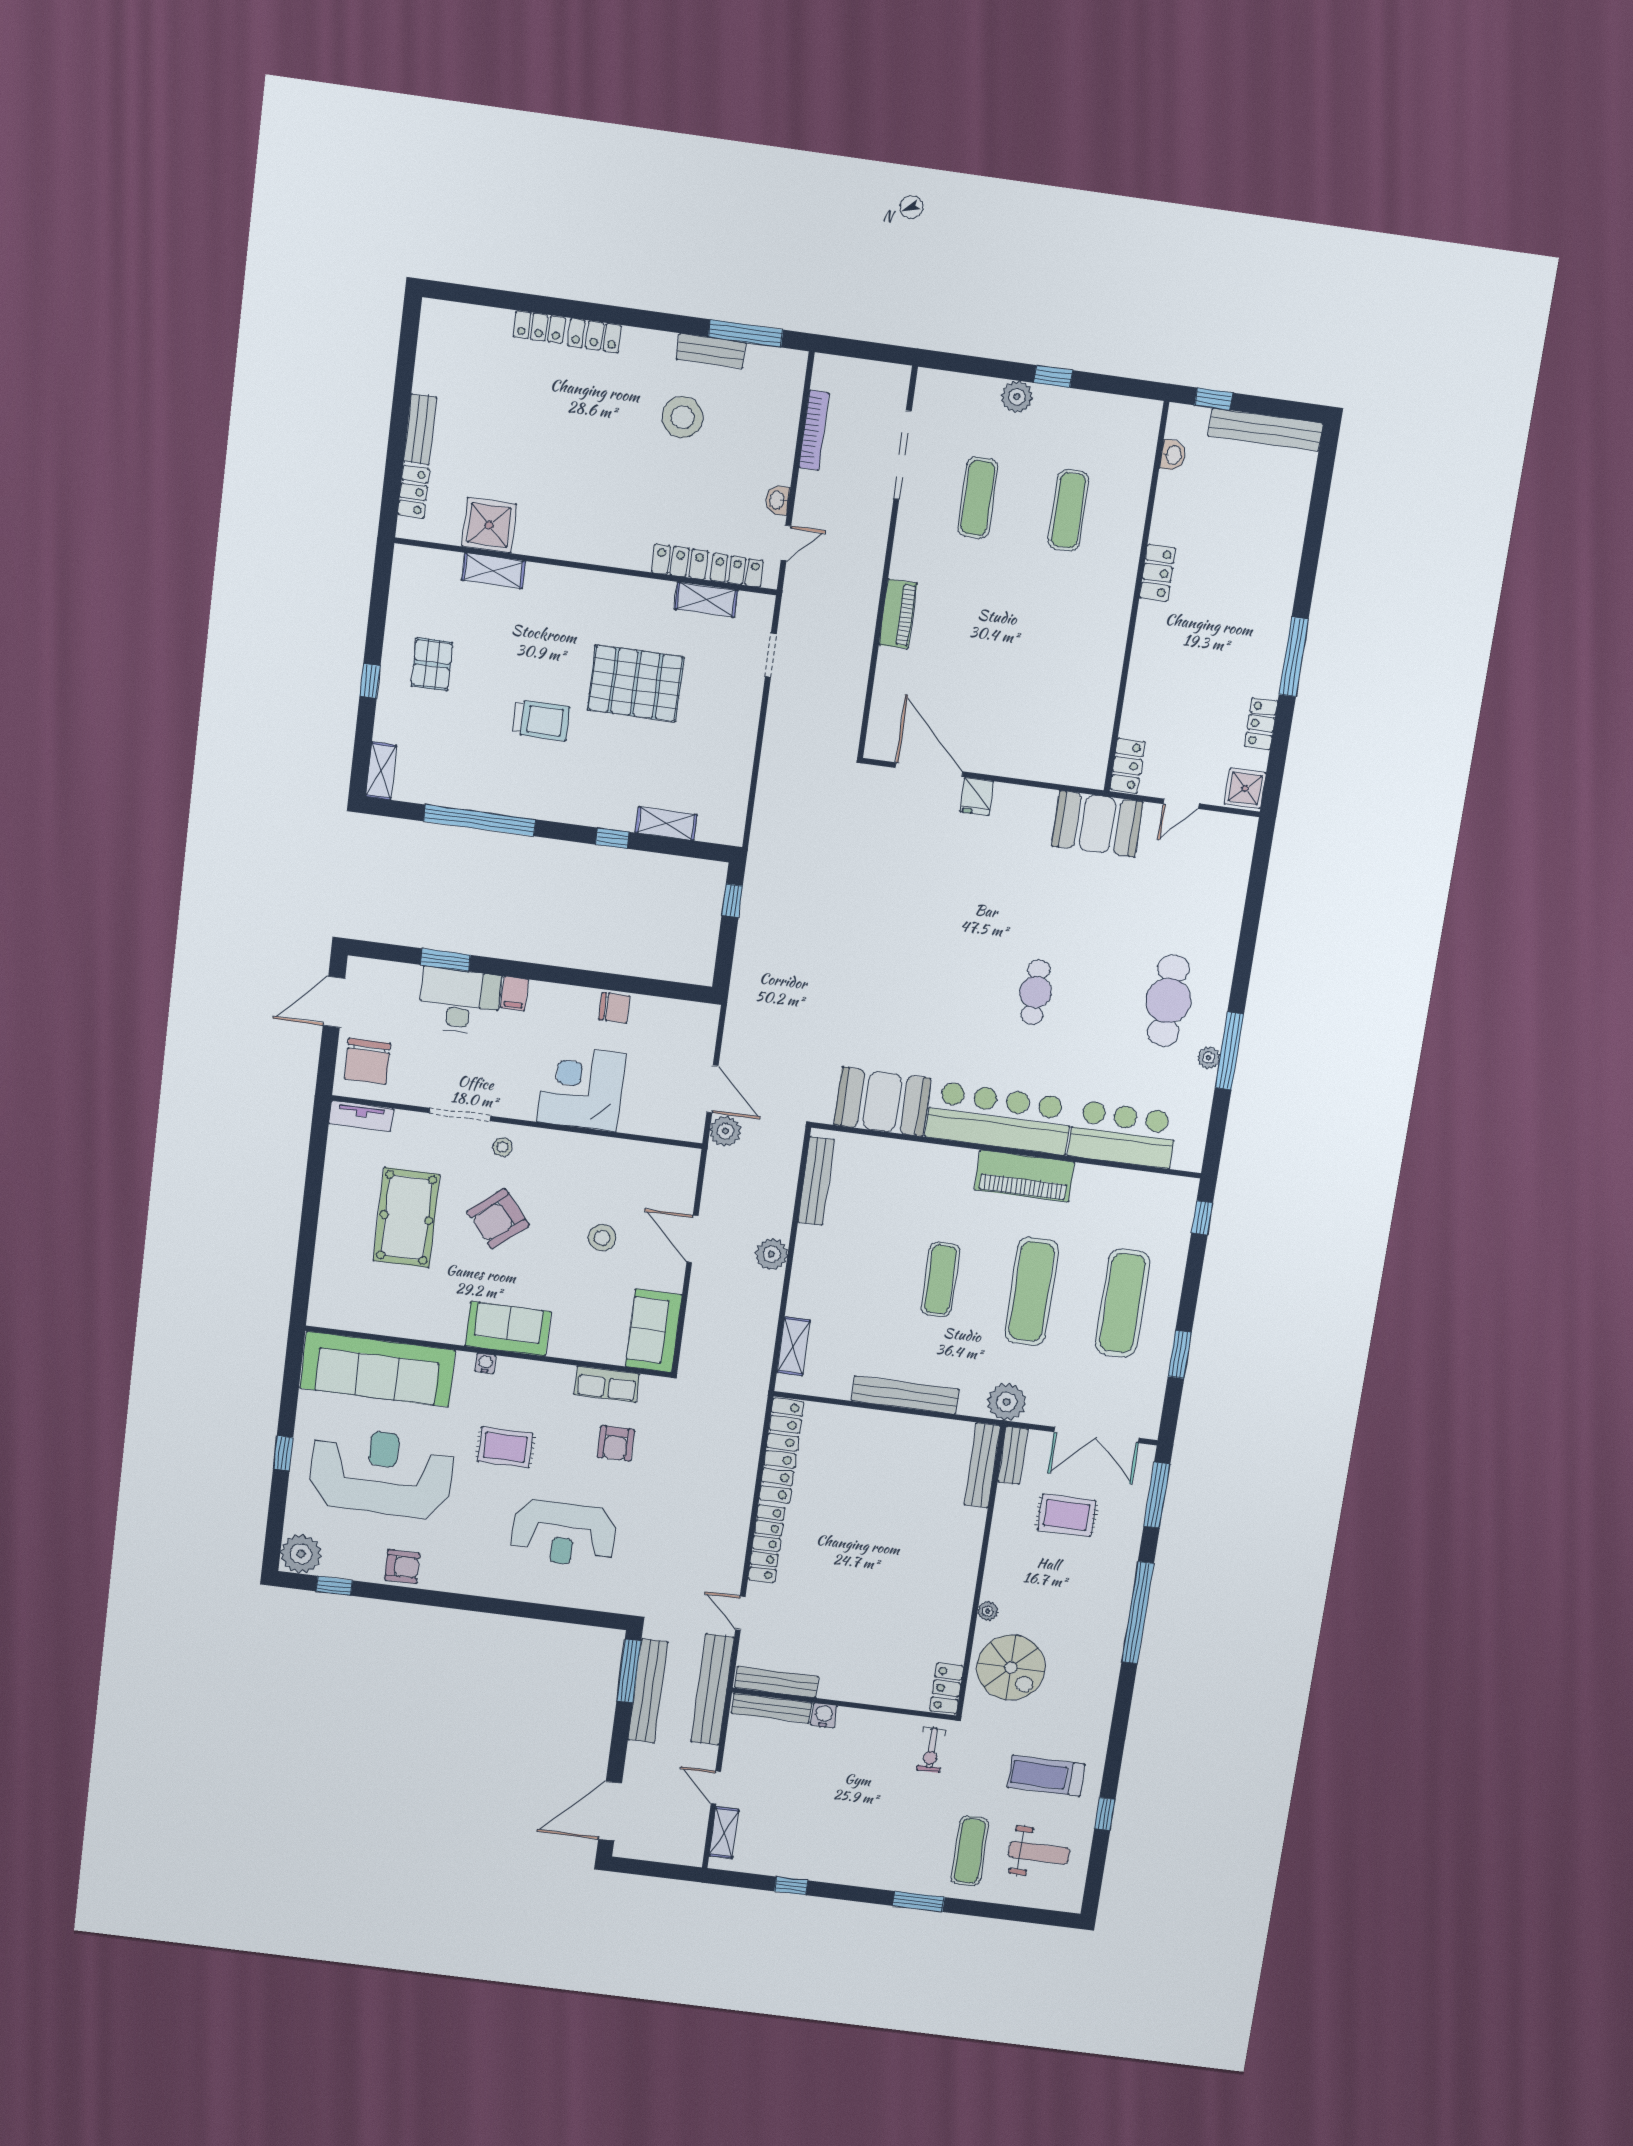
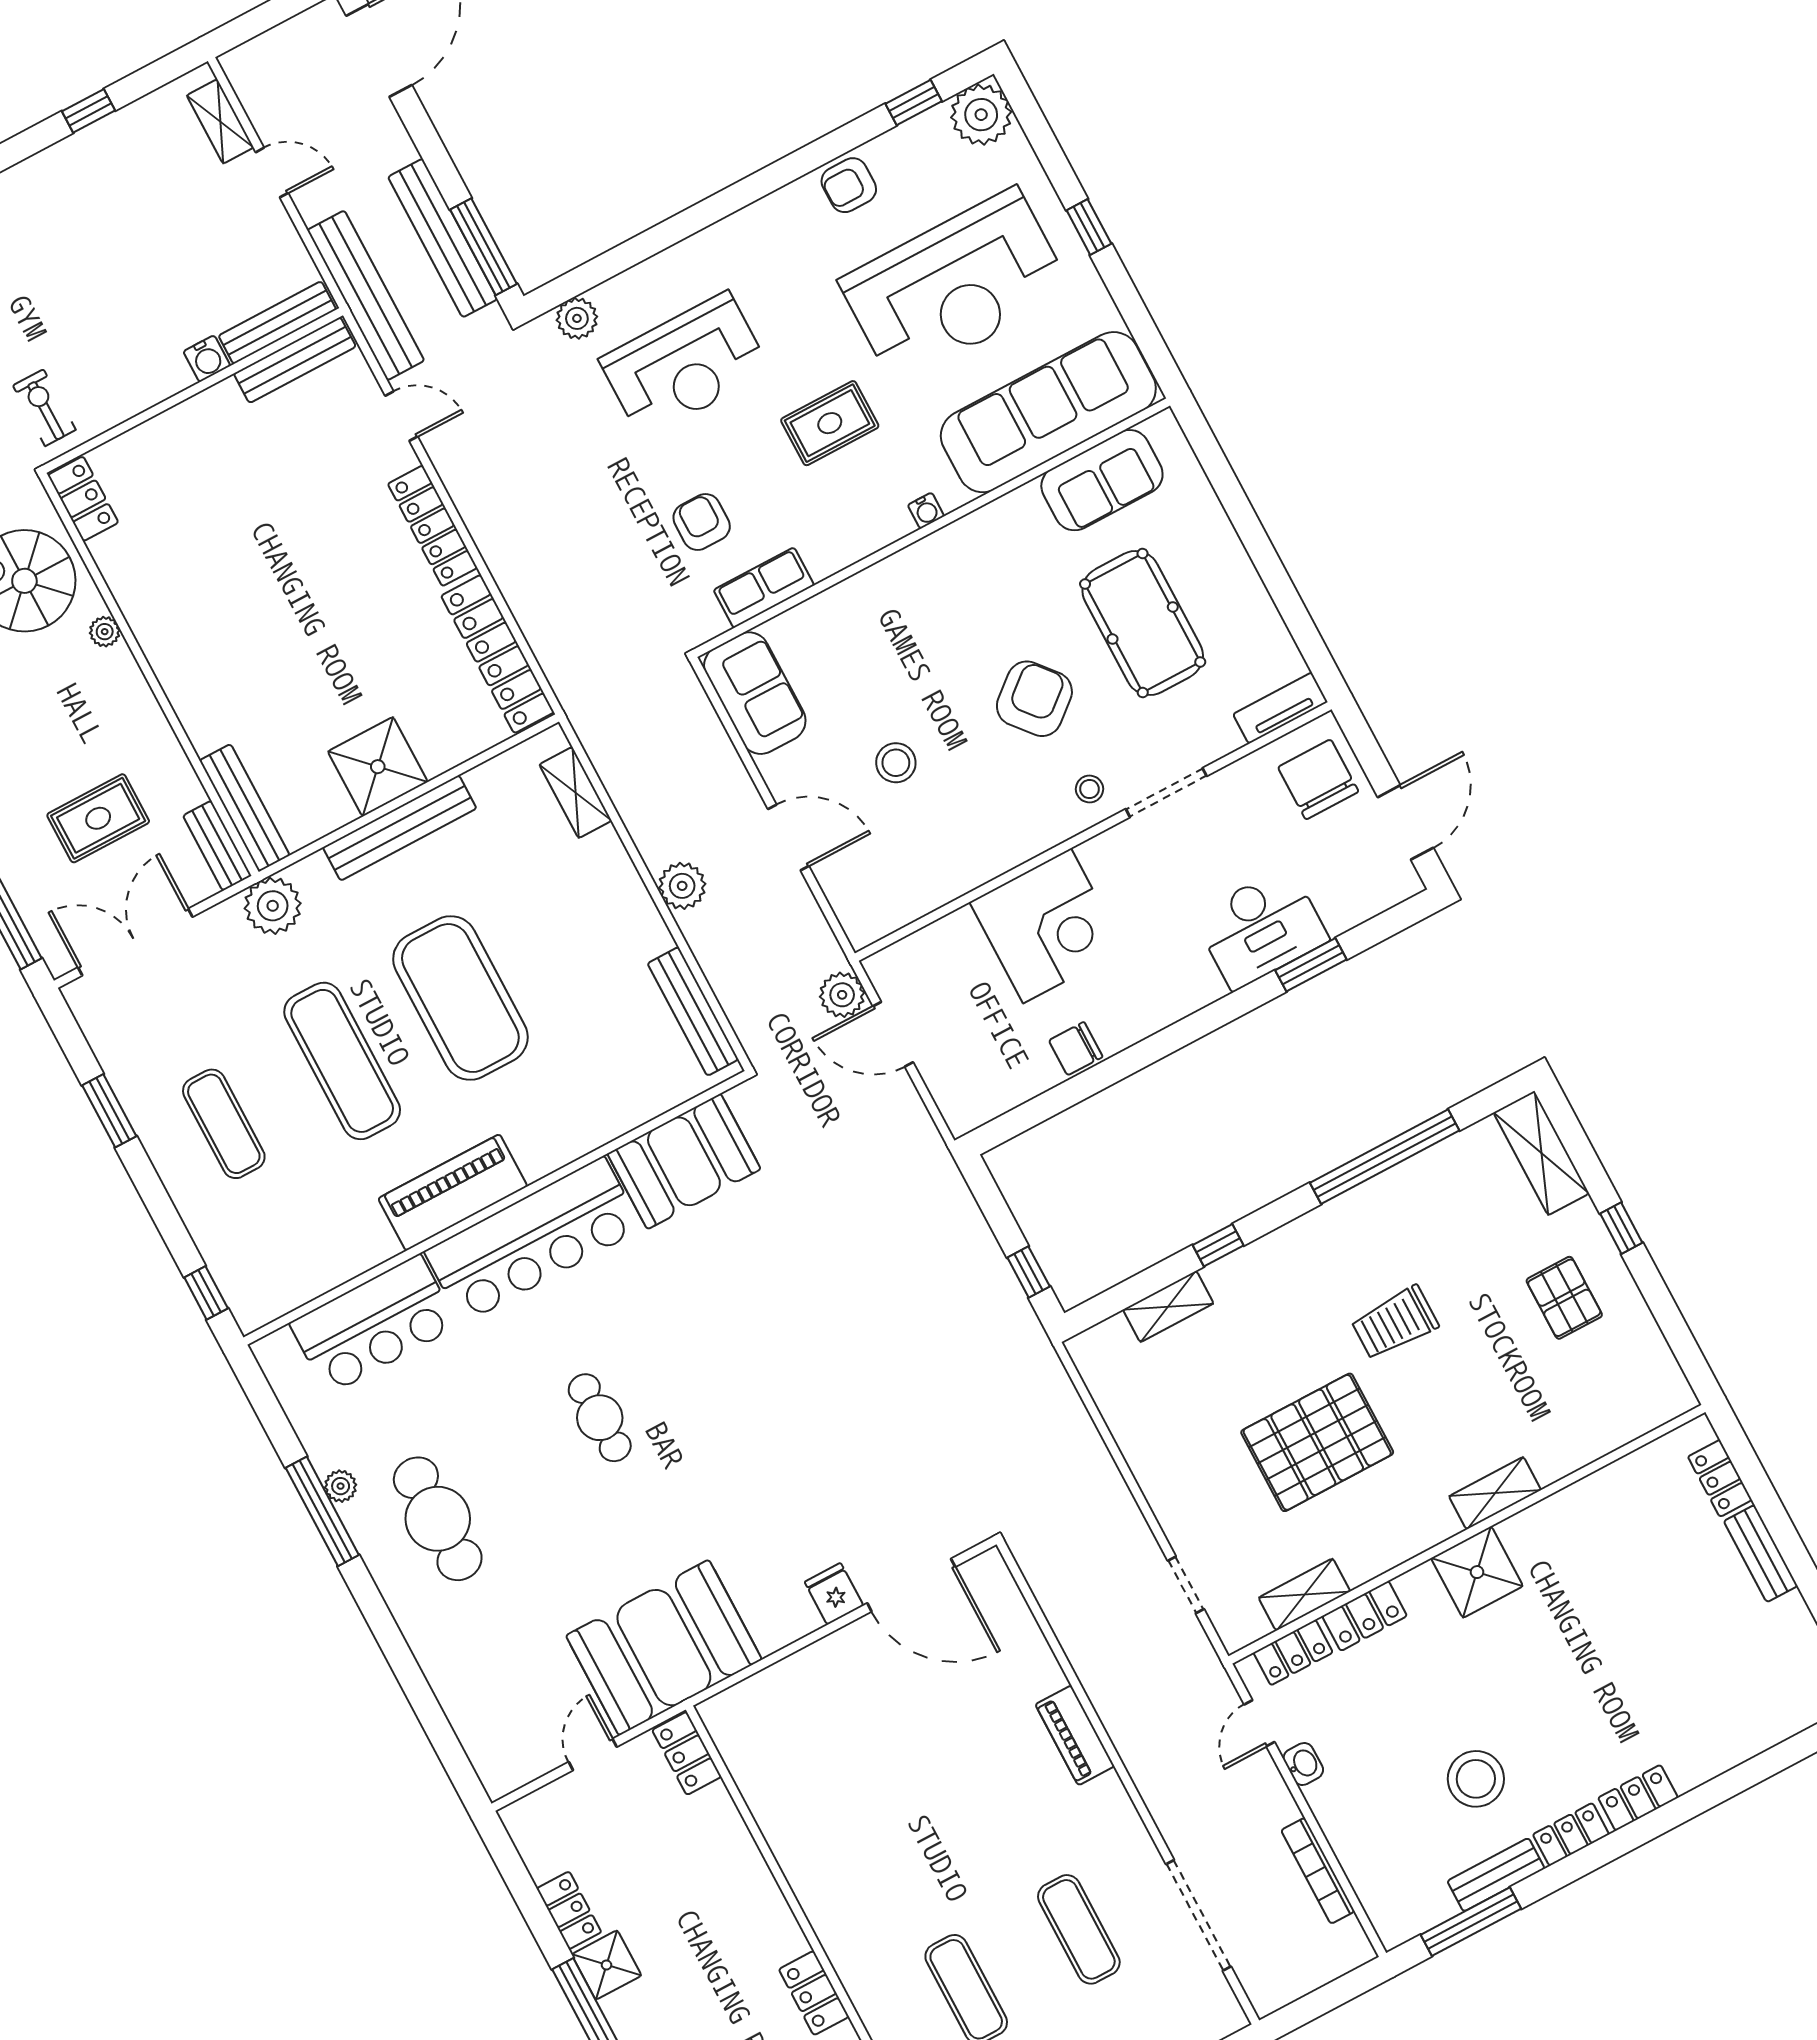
locker: (539, 327) -> (1571, 1834), moved
shower: (489, 525) -> (1477, 1572), moved
shelving: (494, 571) -> (1495, 1493), moved
shelving: (381, 771) -> (1541, 1153), width x1.50, depth x1.33
shower: (1245, 788) -> (607, 1965), moved
booth: (1097, 824) -> (664, 1648), width x1.36, depth x1.42
filing cabinet: (515, 994) -> (1203, 982), removed
exercise mat: (940, 1279) -> (460, 998), width x2.00, depth x1.45
exercise mat: (1123, 1303) -> (224, 1124), width x0.73, depth x0.69
sofa: (508, 1329) -> (1102, 480), moved
shower: (893, 1436) -> (378, 767), added
reception desk: (564, 1533) -> (685, 365), turned 180
plant: (605, 1599) -> (577, 318), added

